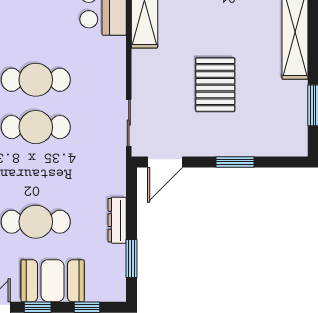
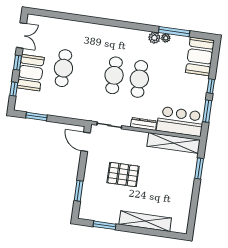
window: (235, 162) -> (79, 191), moved
dresser: (117, 220) -> (144, 124), moved

